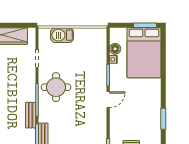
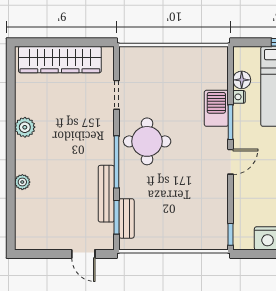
barbecue: (62, 35) -> (216, 108), moved, turned 90
bench: (31, 115) -> (106, 194), width x1.36

